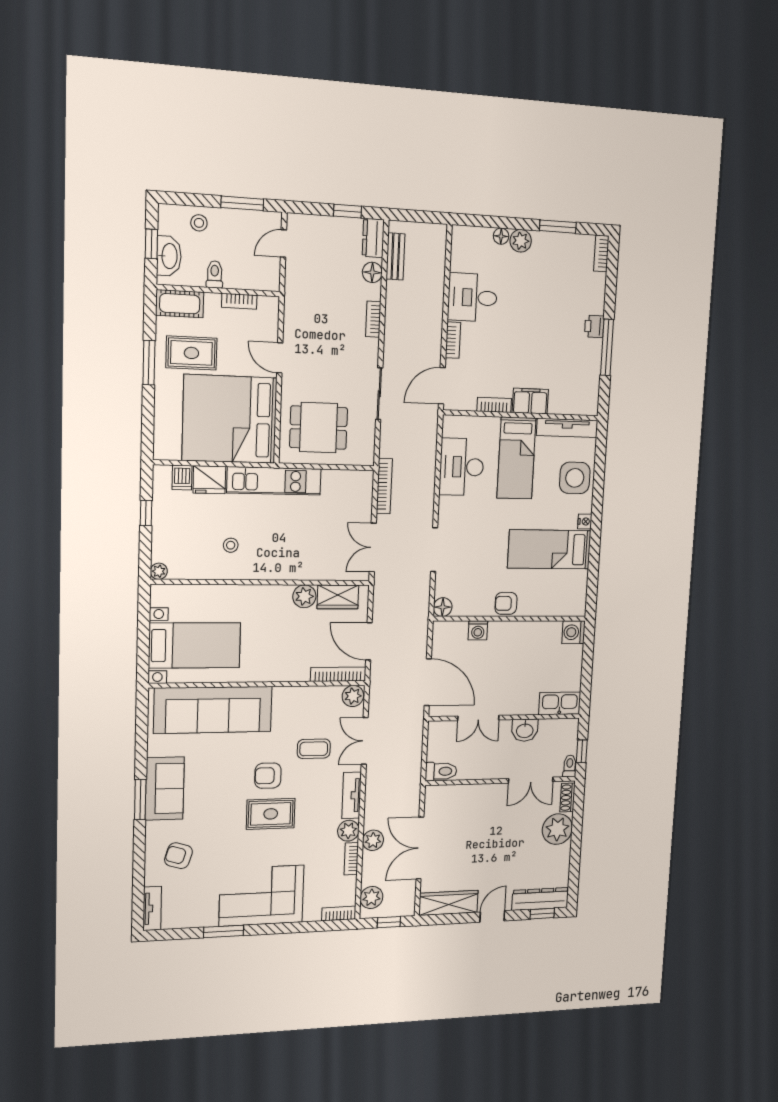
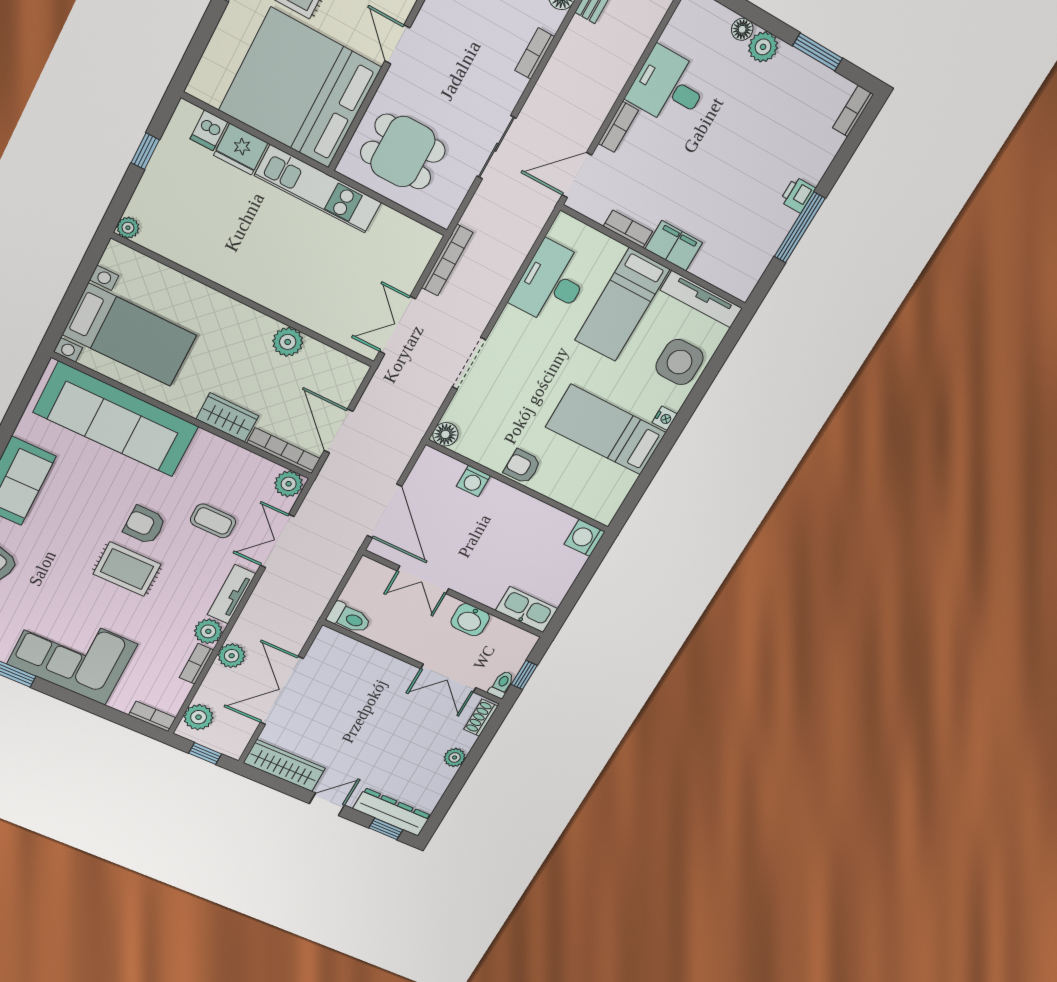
stool: (231, 545) -> (229, 239), removed
wardrobe: (338, 597) -> (227, 418), moved, turned 180
plant: (557, 829) -> (455, 757), width x0.53, depth x0.53

